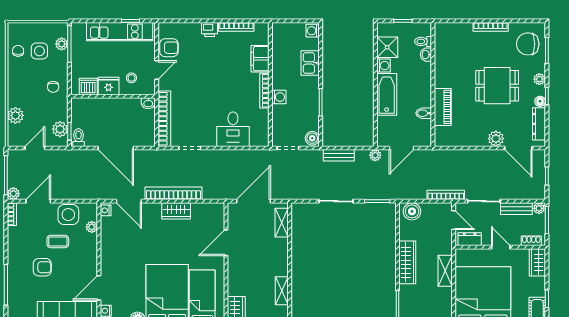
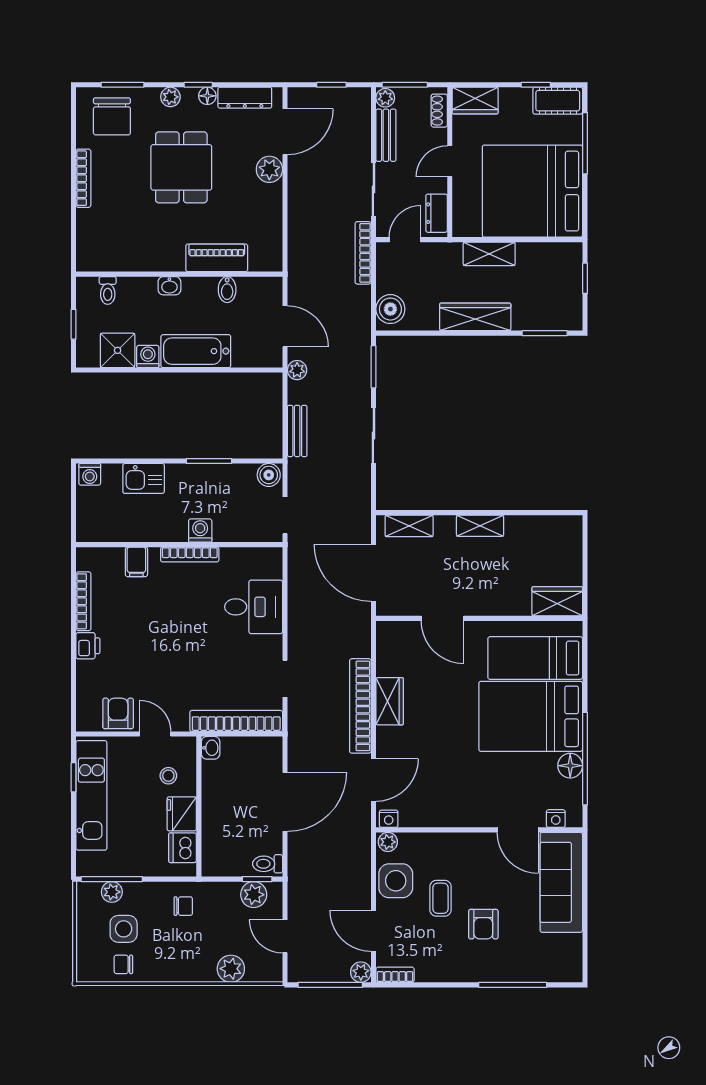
washbasin: (426, 55) -> (169, 286), moved
filing cabinet: (260, 59) -> (136, 562), width x0.50
plant: (92, 227) -> (388, 842), moved
armchair: (42, 267) -> (483, 924), turned 180
shelving: (282, 291) -> (480, 526), moved

